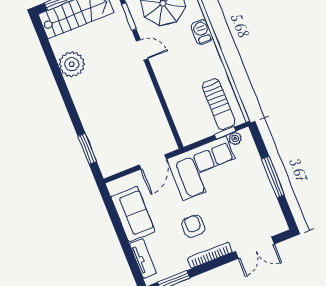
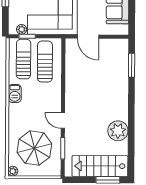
barbecue: (202, 32) -> (15, 93), moved
sun lounger: (192, 111) -> (45, 62), added
door: (153, 162) -> (88, 37), swing flipped

